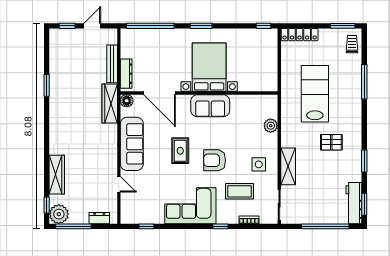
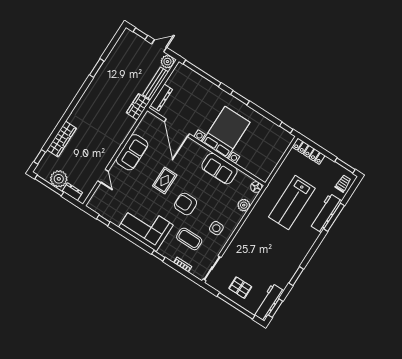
plant: (110, 36) -> (167, 62), added
workbench: (354, 83) -> (326, 213), added
lab bench: (315, 94) -> (292, 203), turned 180
floor lamp: (127, 101) -> (256, 187), moved
wardrobe: (110, 104) -> (138, 107), width x0.67
sofa: (210, 106) -> (219, 169), moved
pallet: (331, 142) -> (240, 288), moved
sofa: (132, 144) -> (132, 152), width x0.73
shelving: (288, 166) -> (237, 244), removed
plant: (59, 214) -> (59, 179), moved

